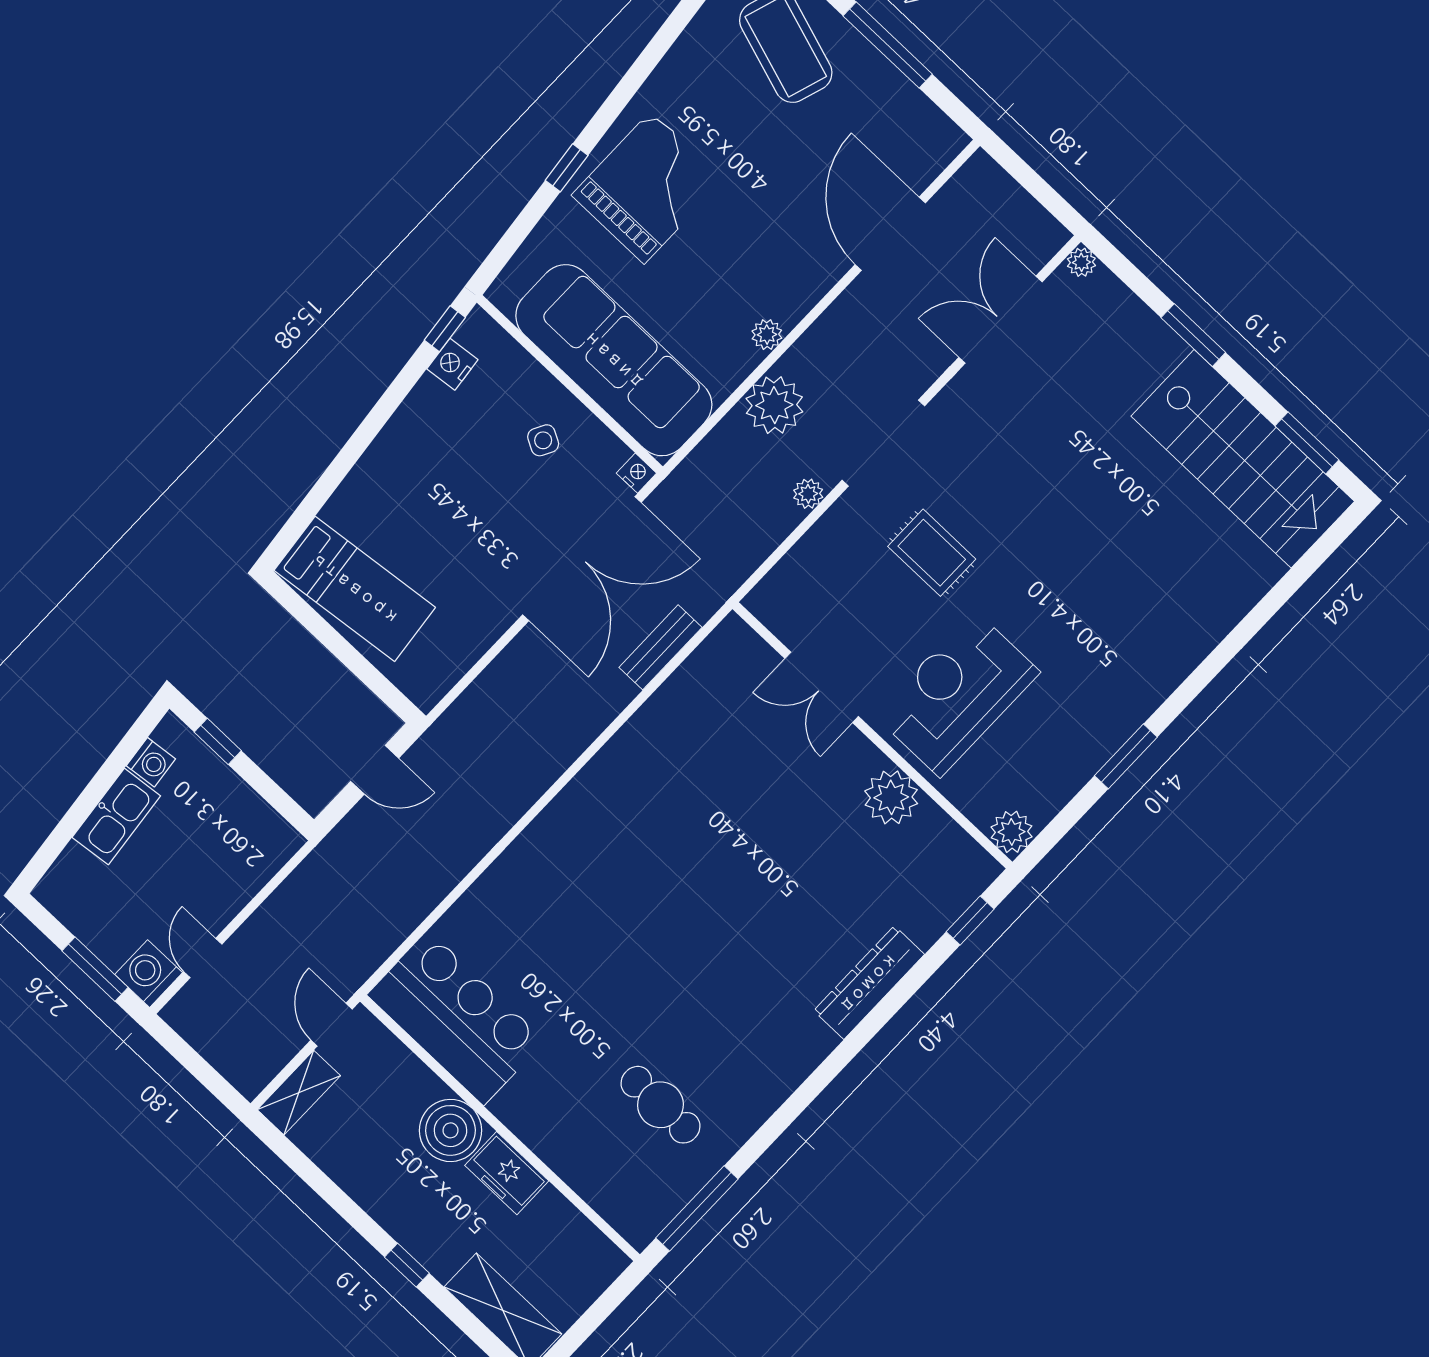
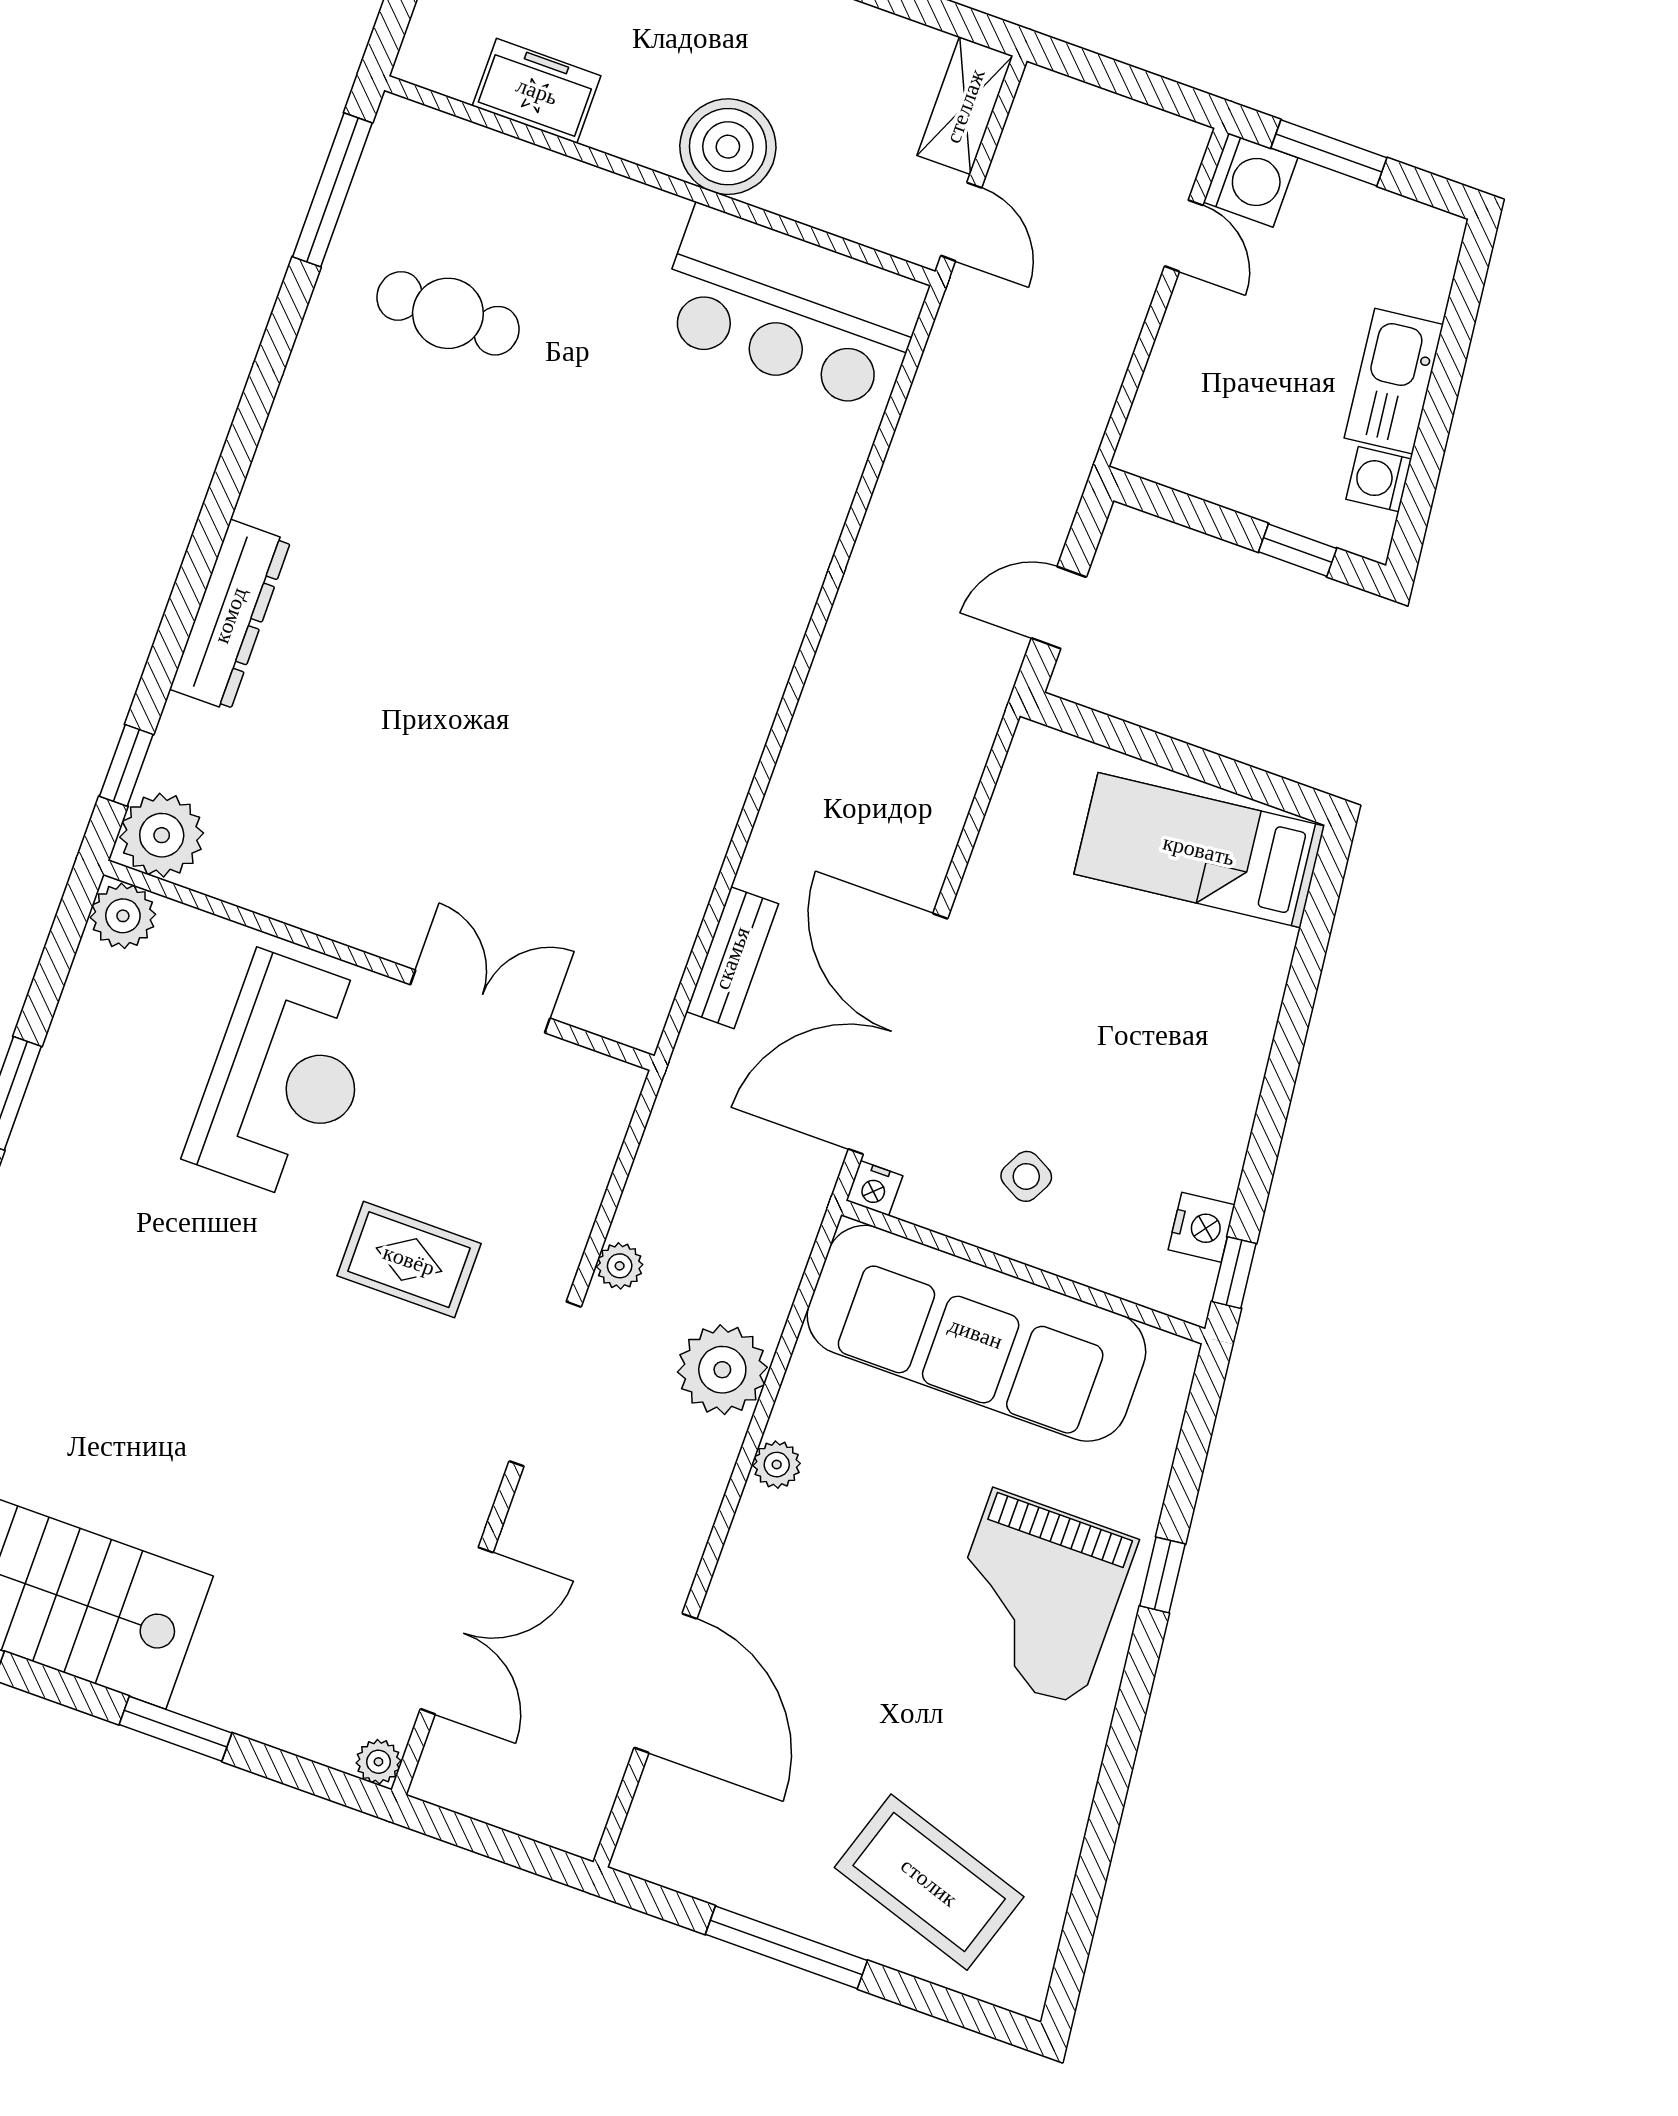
plant: (891, 797) -> (162, 835), moved
freezer: (507, 1173) -> (537, 91), moved

